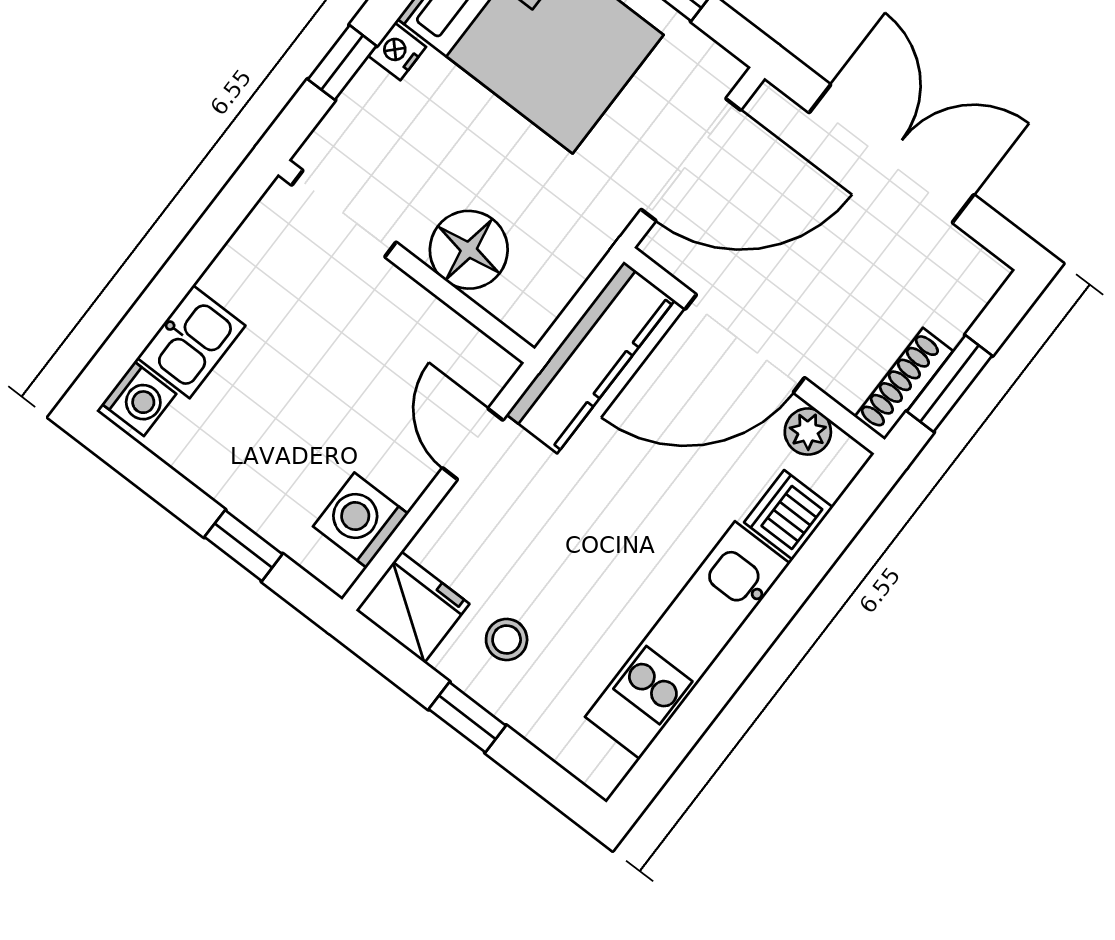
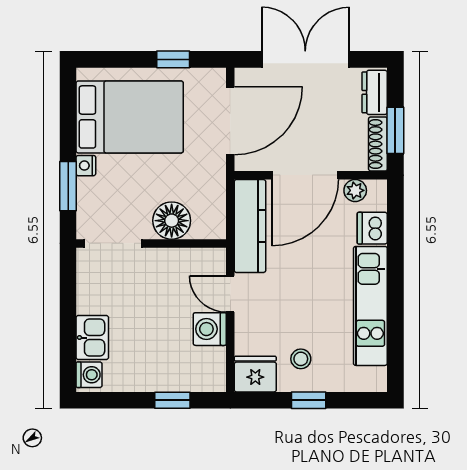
window: (342, 63) -> (68, 186), width x1.50
dresser: (963, 295) -> (375, 92), added
washing machine: (361, 520) -> (210, 329), moved

